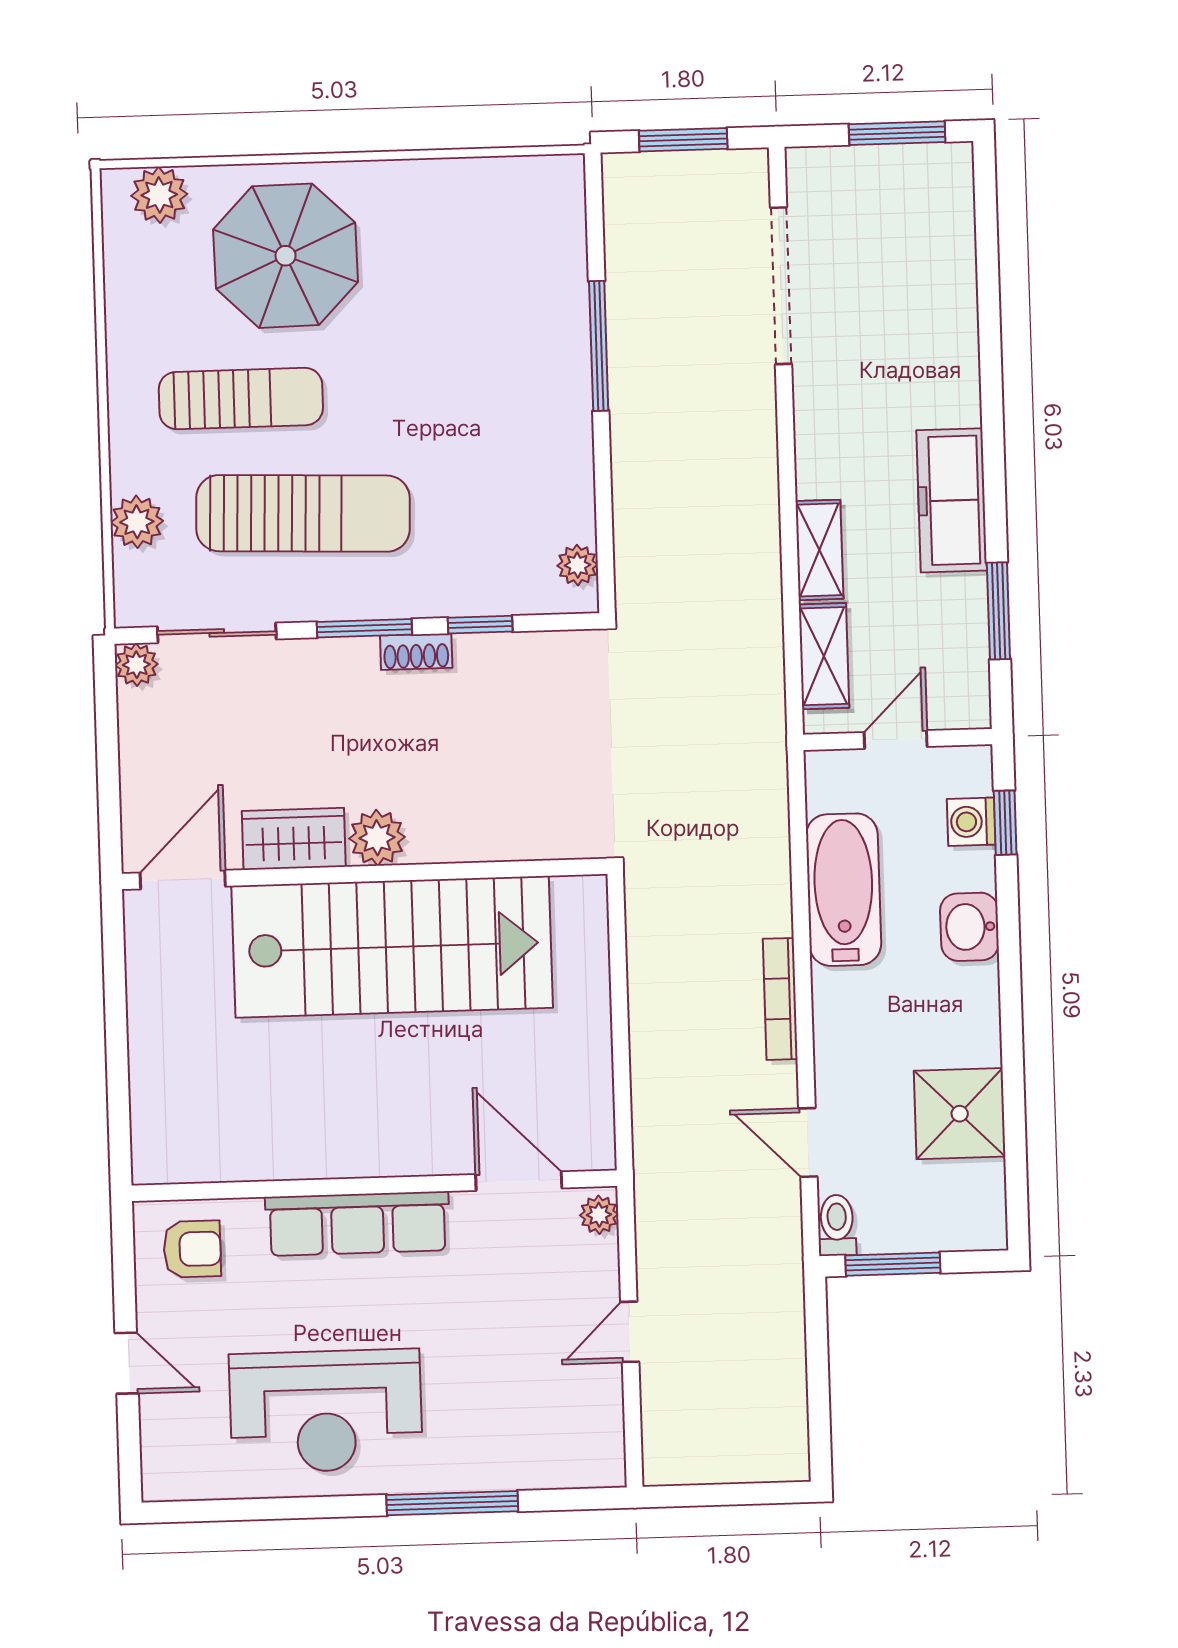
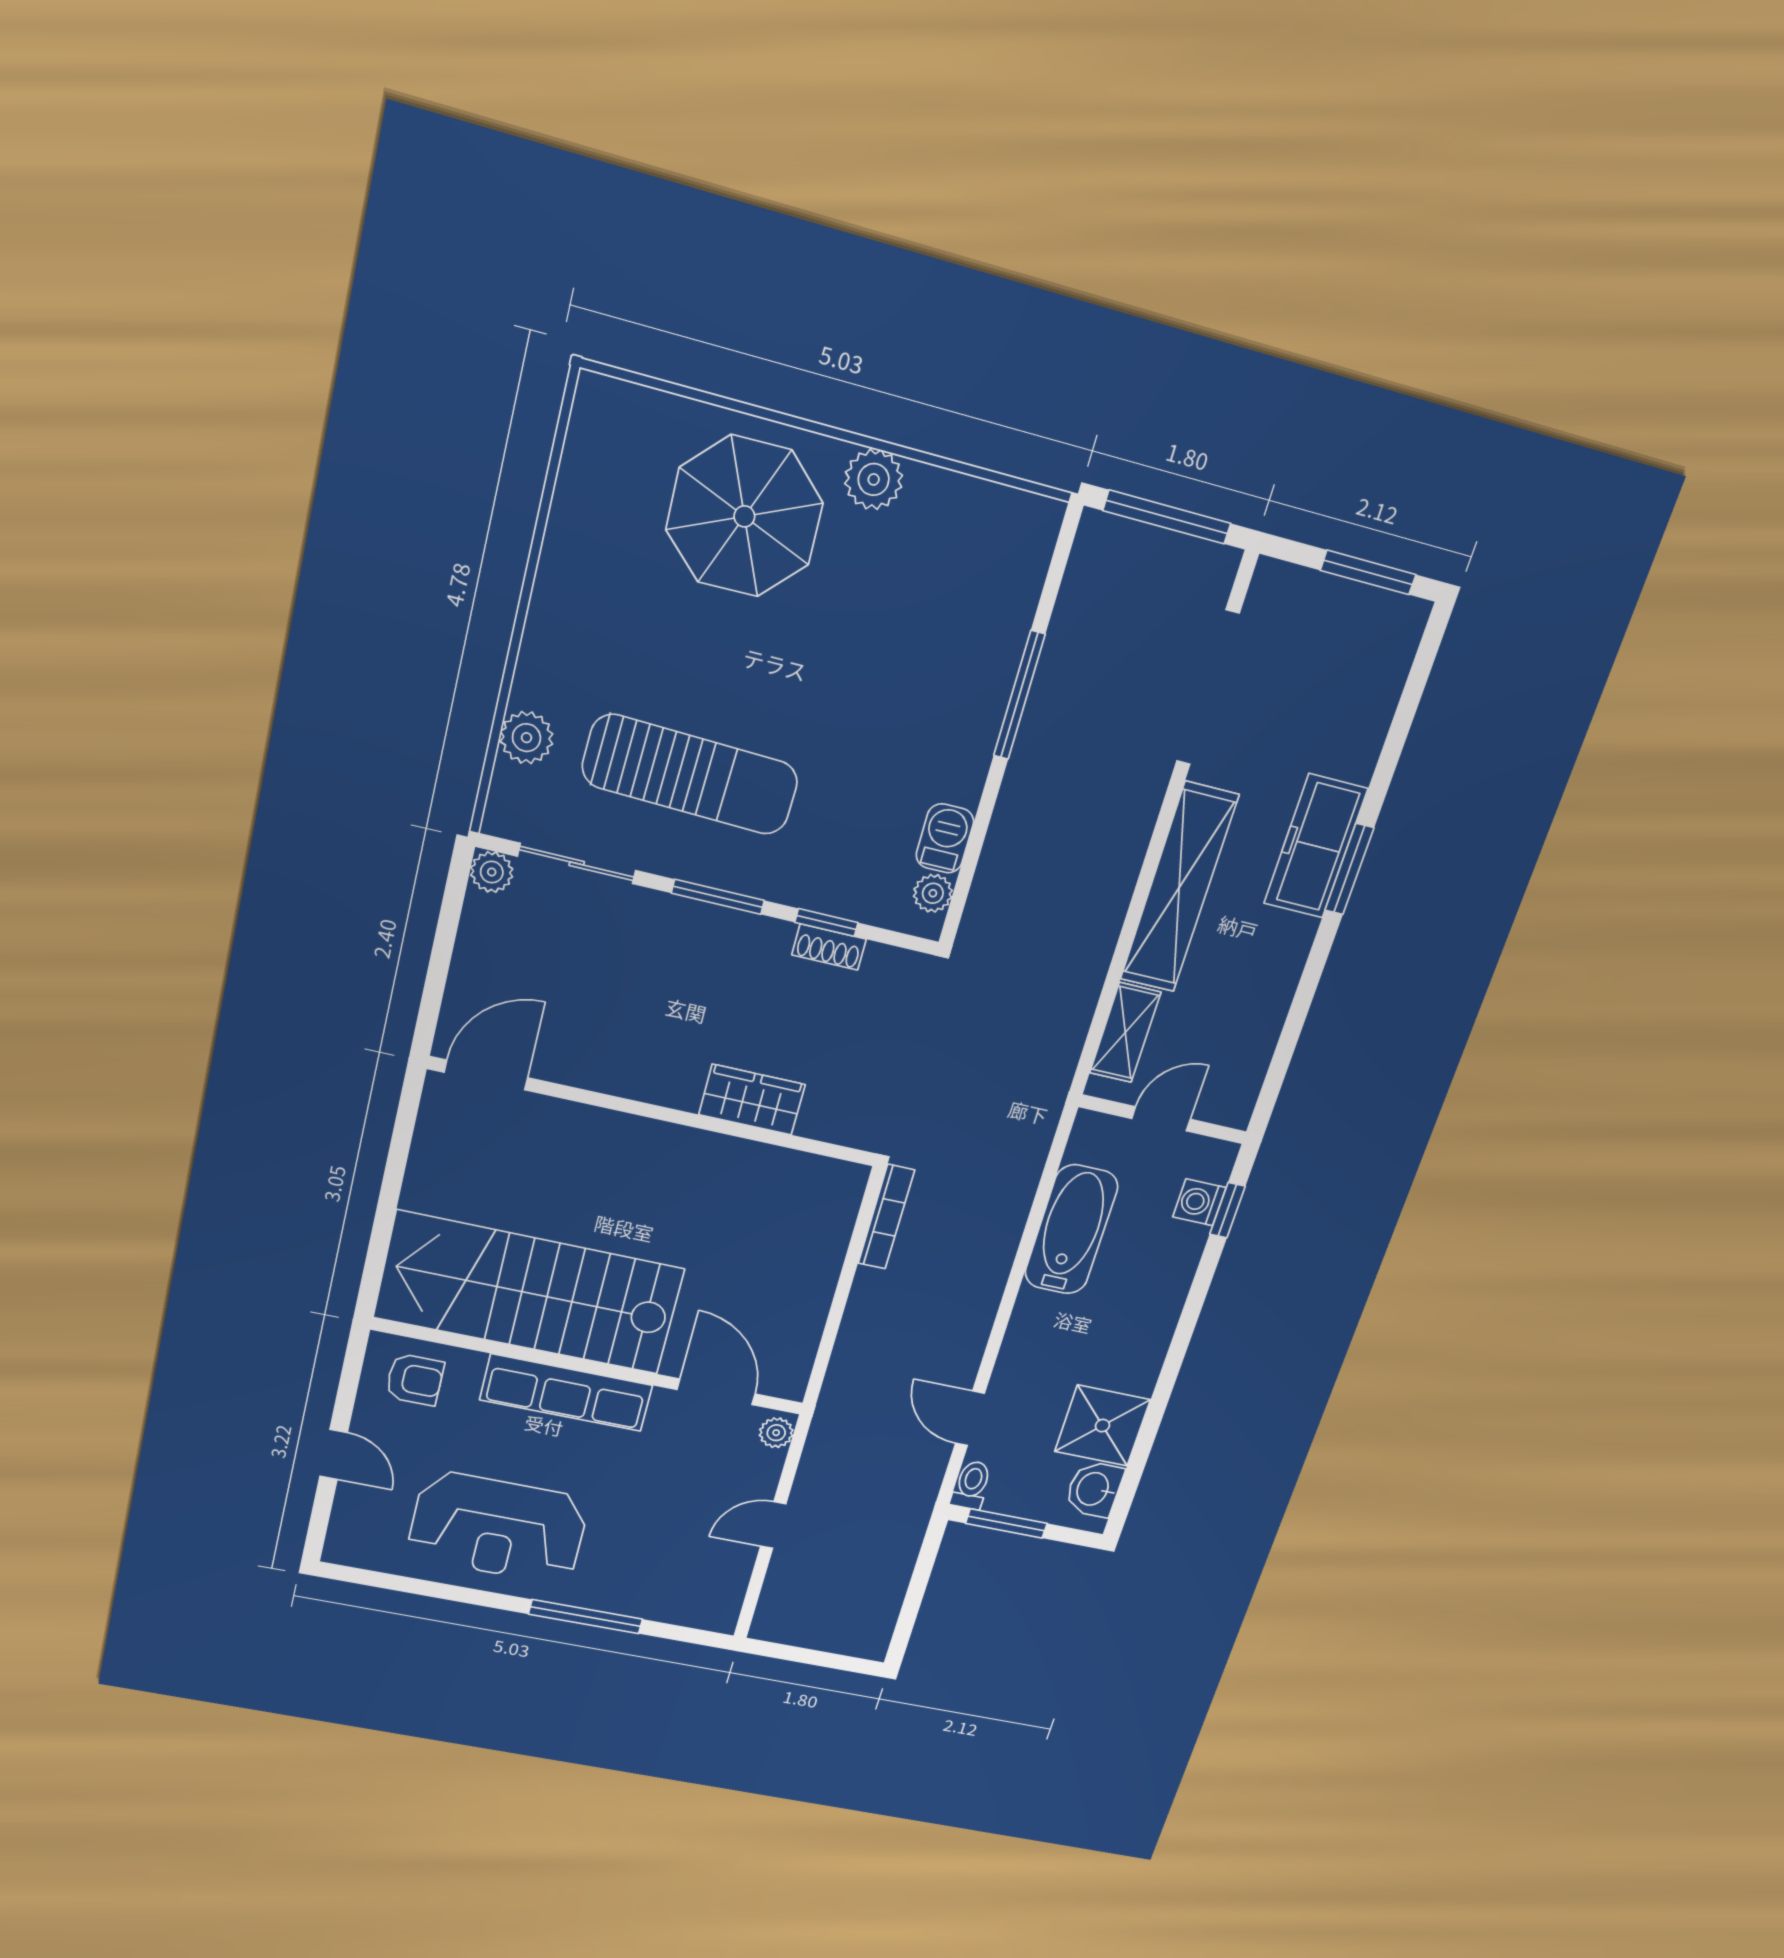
window: (683, 140) -> (1167, 517), width x1.44
plant: (159, 195) -> (874, 479), moved
sun lounger: (241, 399) -> (661, 647), removed
freezer: (952, 500) -> (1316, 846), moved
barbecue: (572, 506) -> (945, 838), added
shelving: (819, 550) -> (1179, 888), width x2.20, depth x1.33
window: (998, 611) -> (1349, 869), moved
shoe rack: (416, 652) -> (829, 947), moved
plant: (377, 838) -> (675, 1084), removed
wardrobe: (294, 839) -> (752, 1100), moved
washbasin: (969, 927) -> (1094, 1489), moved
stairs: (392, 947) -> (529, 1293), moved, turned 180
bookcase: (780, 999) -> (886, 1217), moved, turned 180

